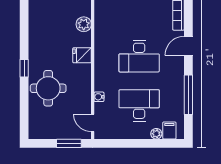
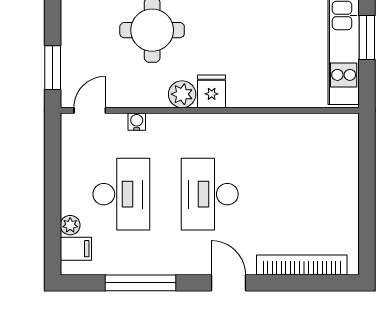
plant: (84, 24) -> (182, 94), moved

